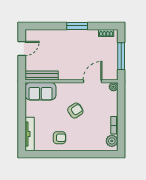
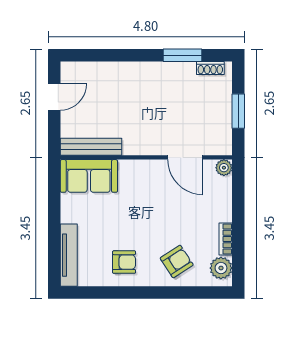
window: (77, 26) -> (182, 55), moved
window: (121, 56) -> (238, 111), width x0.69
door: (93, 81) -> (185, 157), swing flipped
armchair: (75, 111) -> (177, 262), moved

